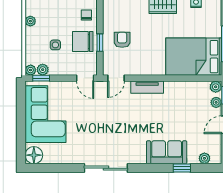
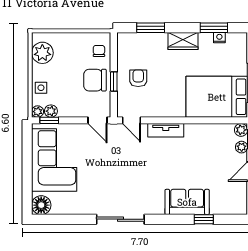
plant: (30, 21) -> (42, 53), width x1.88, depth x1.88
side table: (55, 45) -> (41, 88), moved
door: (116, 78) -> (131, 120), hinge flipped
plant: (204, 158) -> (229, 209), removed

